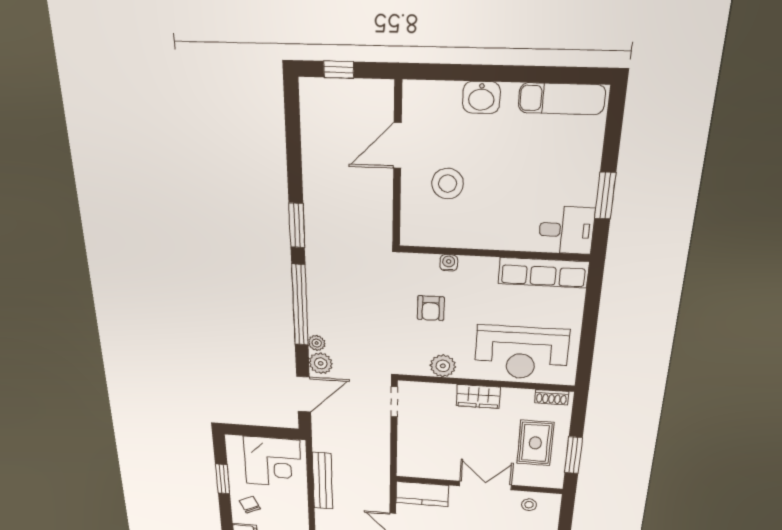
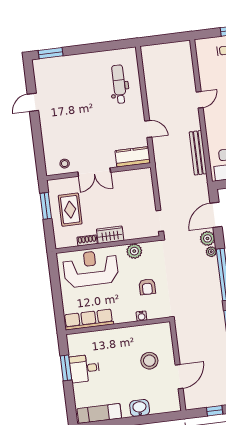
desk: (566, 230) -> (84, 368), moved
armchair: (431, 308) -> (147, 287), turned 180
shoe rack: (552, 397) -> (87, 240), moved

